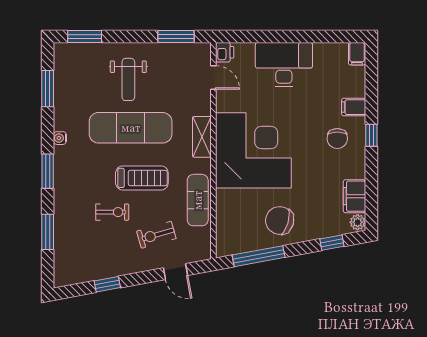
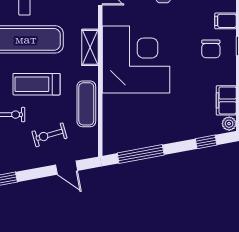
treadmill: (142, 178) -> (37, 84), turned 180
chair: (280, 220) -> (159, 122), removed

